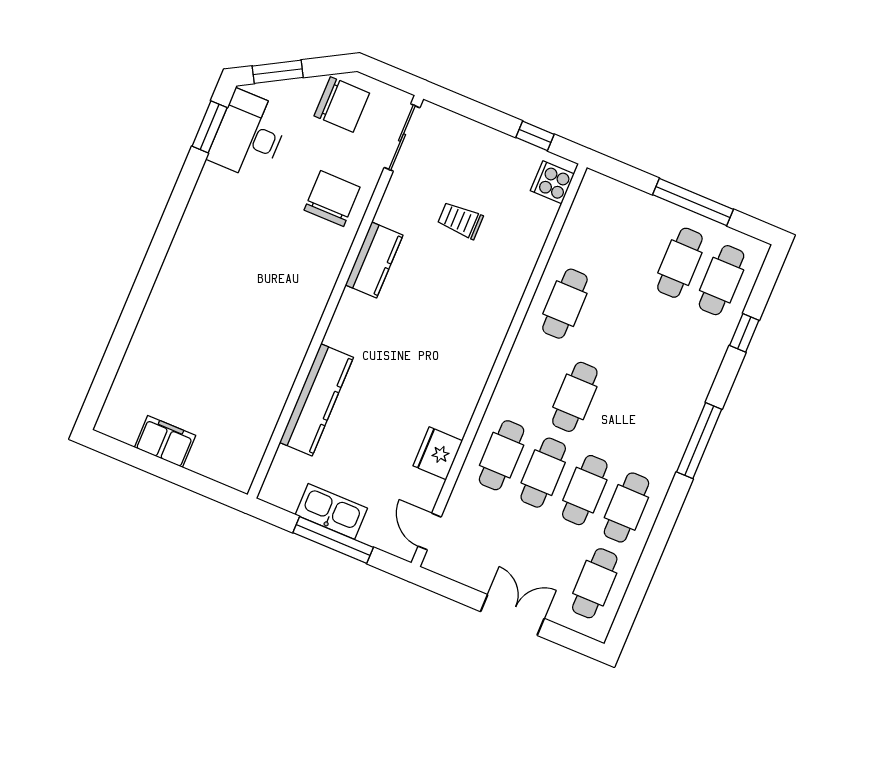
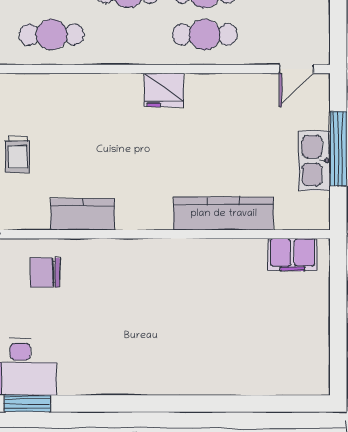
chair: (332, 199) -> (45, 272), width x0.73, depth x0.73
filing cabinet: (165, 441) -> (292, 254), moved, turned -90
fridge: (438, 453) -> (164, 90), moved

